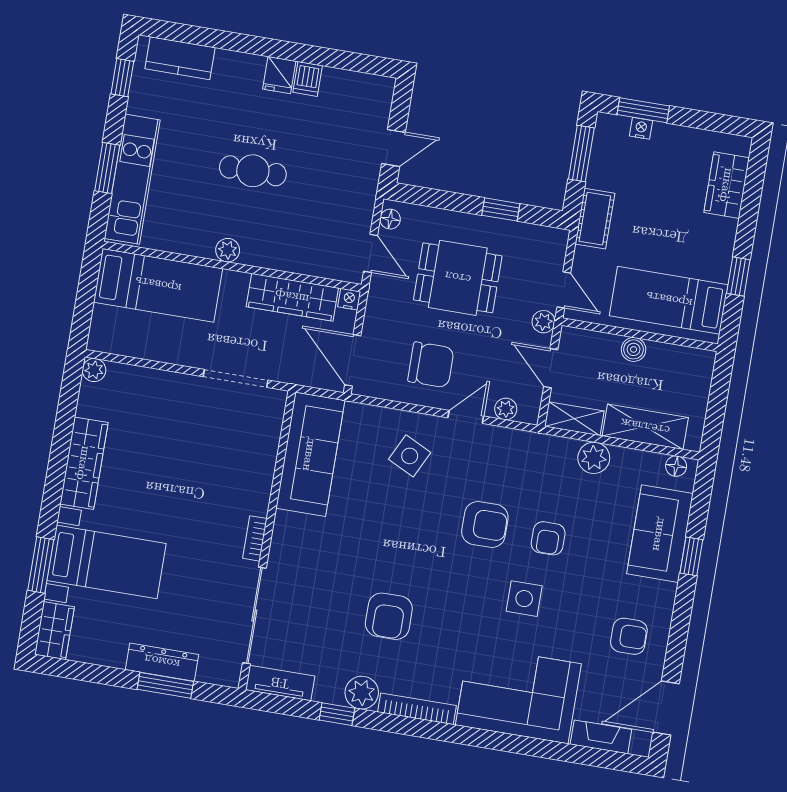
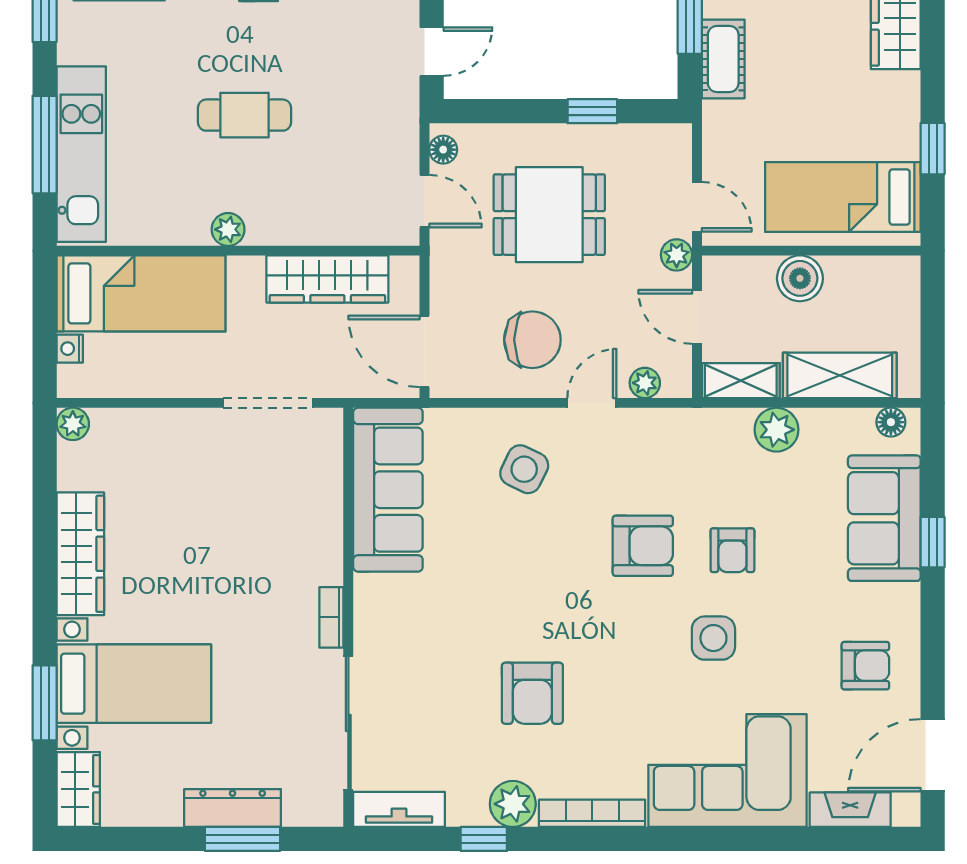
window: (107, 168) -> (45, 145), width x1.44
cot: (595, 219) -> (723, 59), moved
nightstand: (349, 299) -> (70, 349), moved, turned -90
boiler: (634, 349) -> (800, 278), width x1.36, depth x1.36

